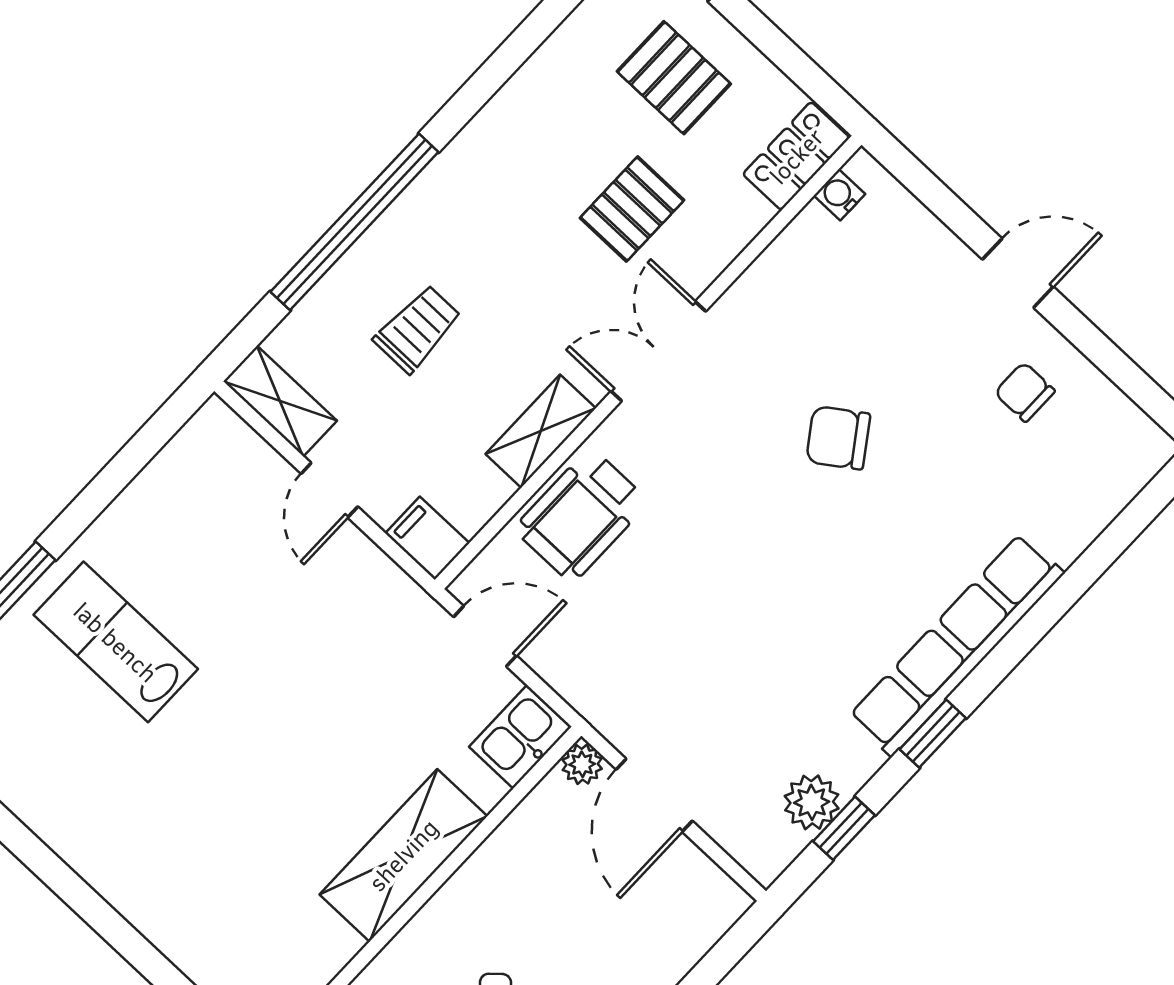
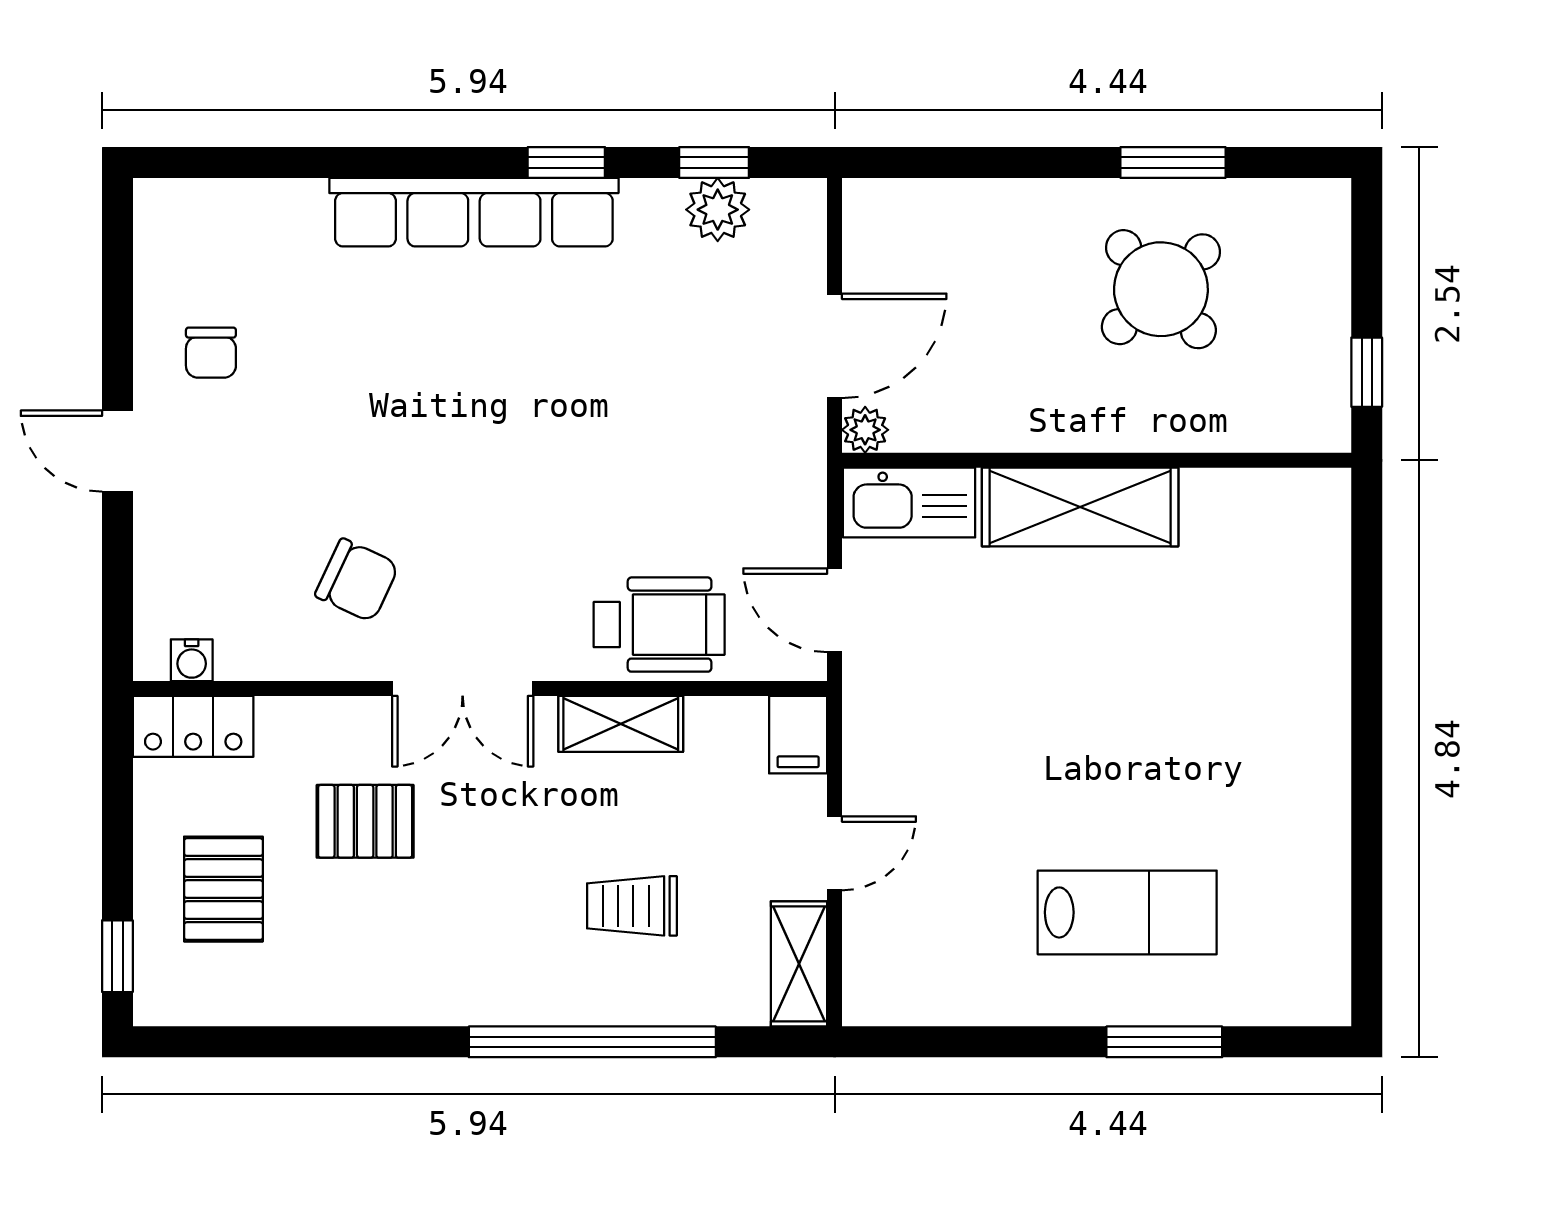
chair: (838, 438) -> (357, 580), moved, turned -30
lab bench: (116, 642) -> (1127, 912), turned -90
kitchen sink: (520, 737) -> (909, 503), width x1.38

